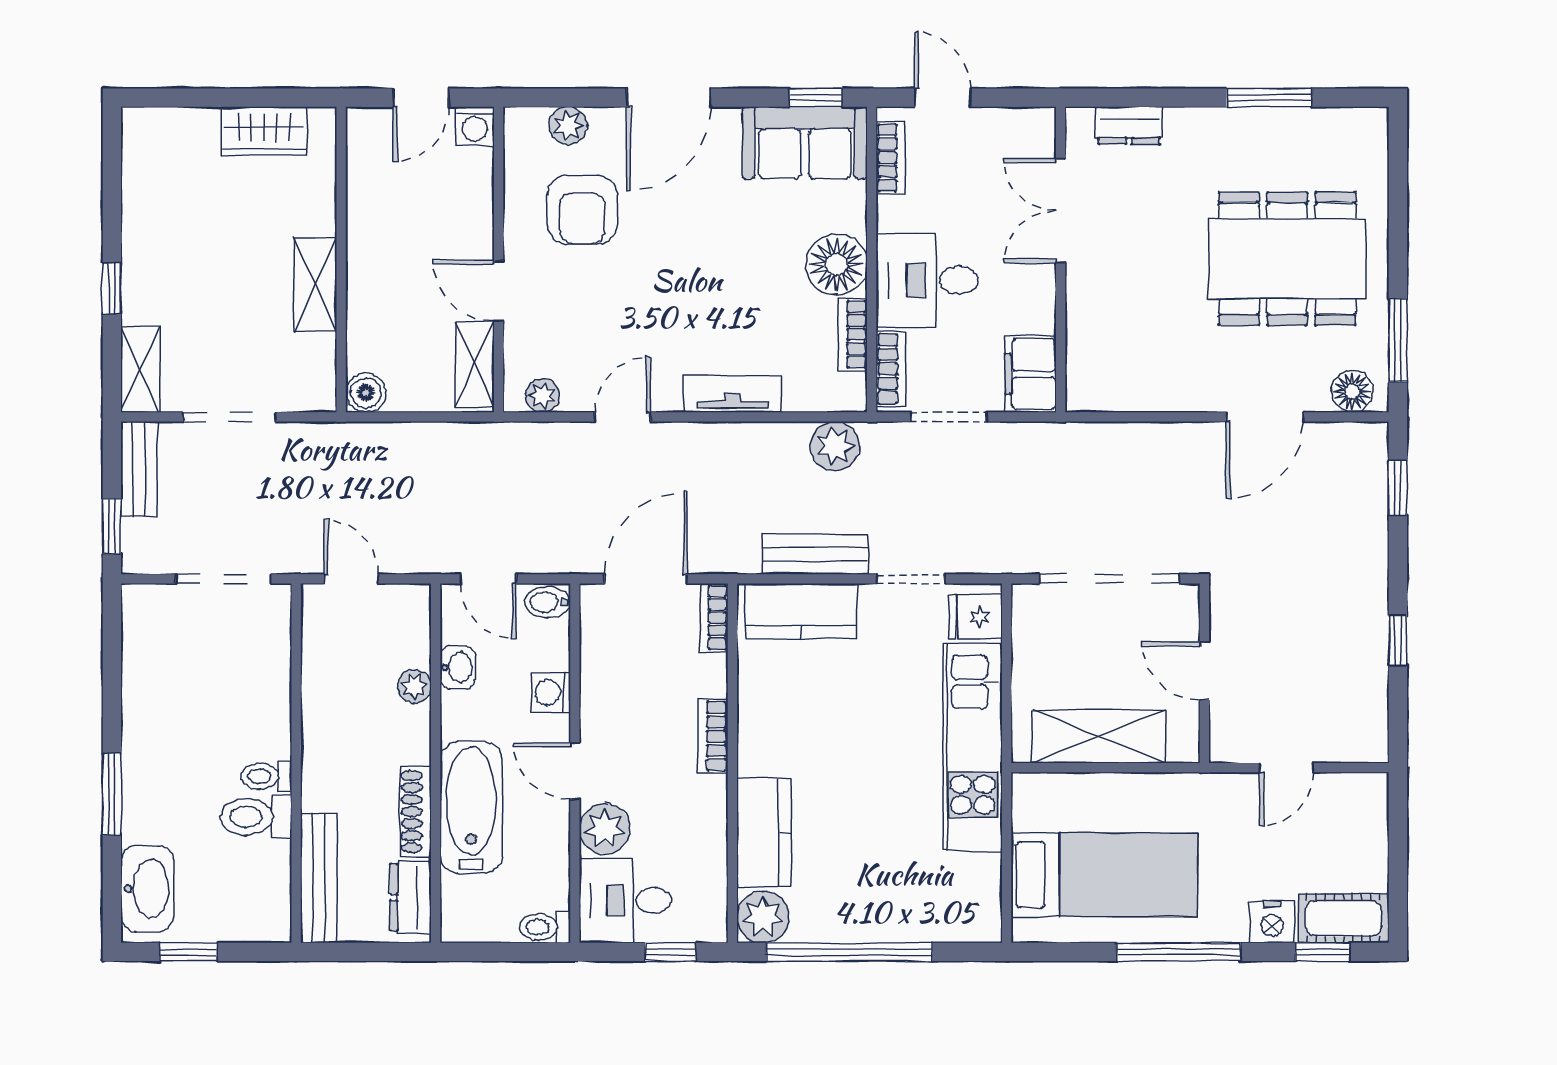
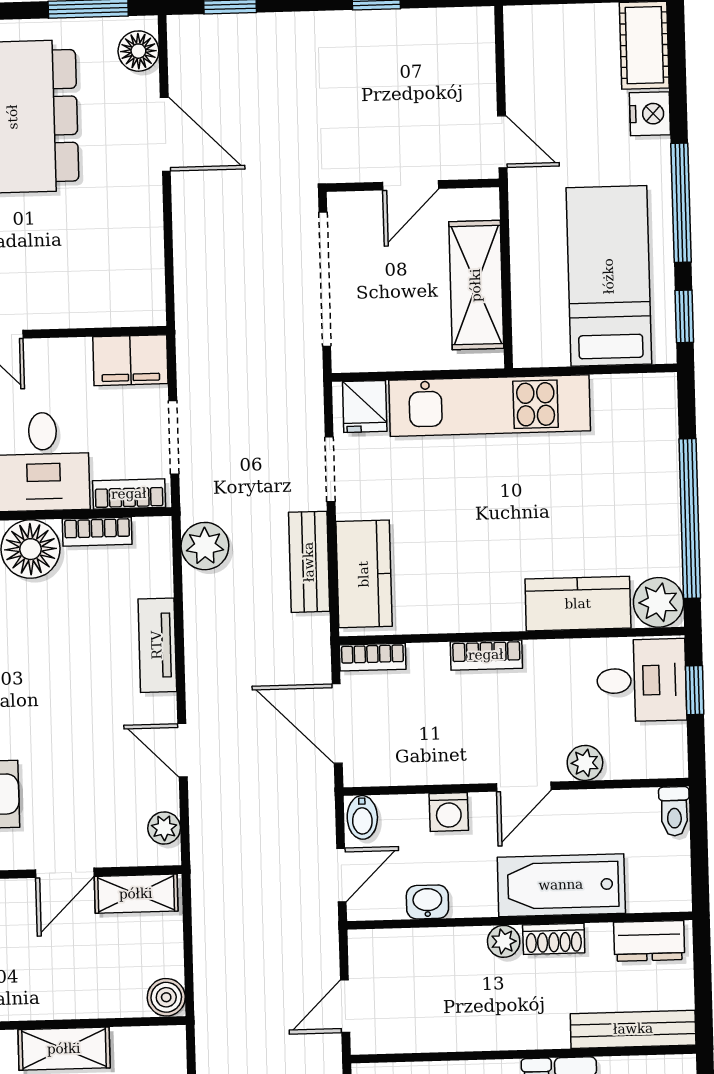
plant: (414, 686) -> (504, 941), moved
door: (1286, 768) -> (502, 142), moved
shoe rack: (416, 812) -> (554, 939), width x0.70
plant: (605, 829) -> (585, 763), width x0.73, depth x0.73
desk: (625, 900) -> (641, 680), moved, turned -90
window: (1322, 952) -> (684, 316), moved

